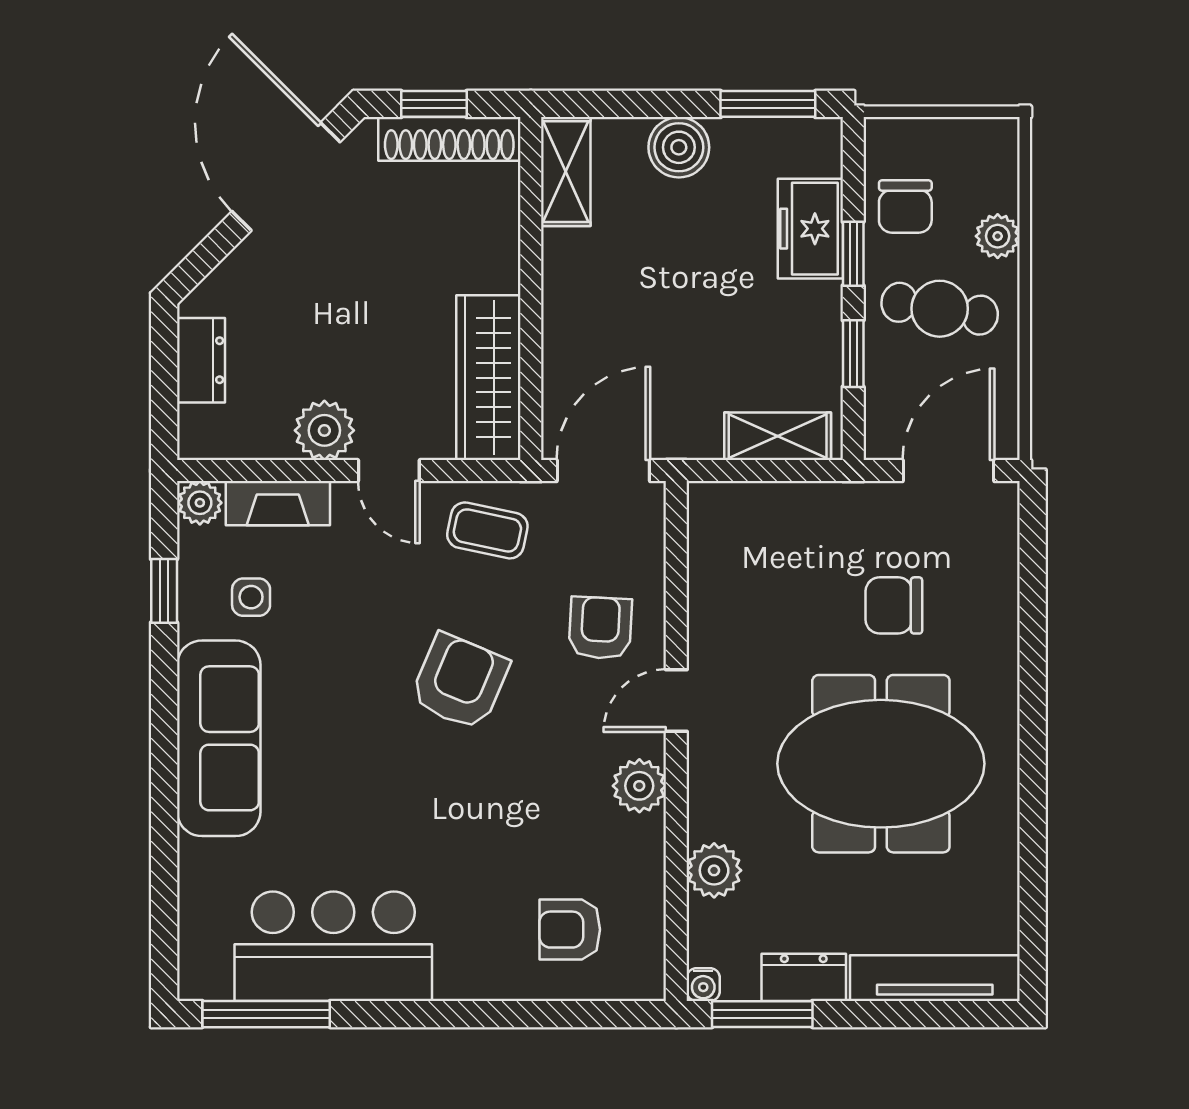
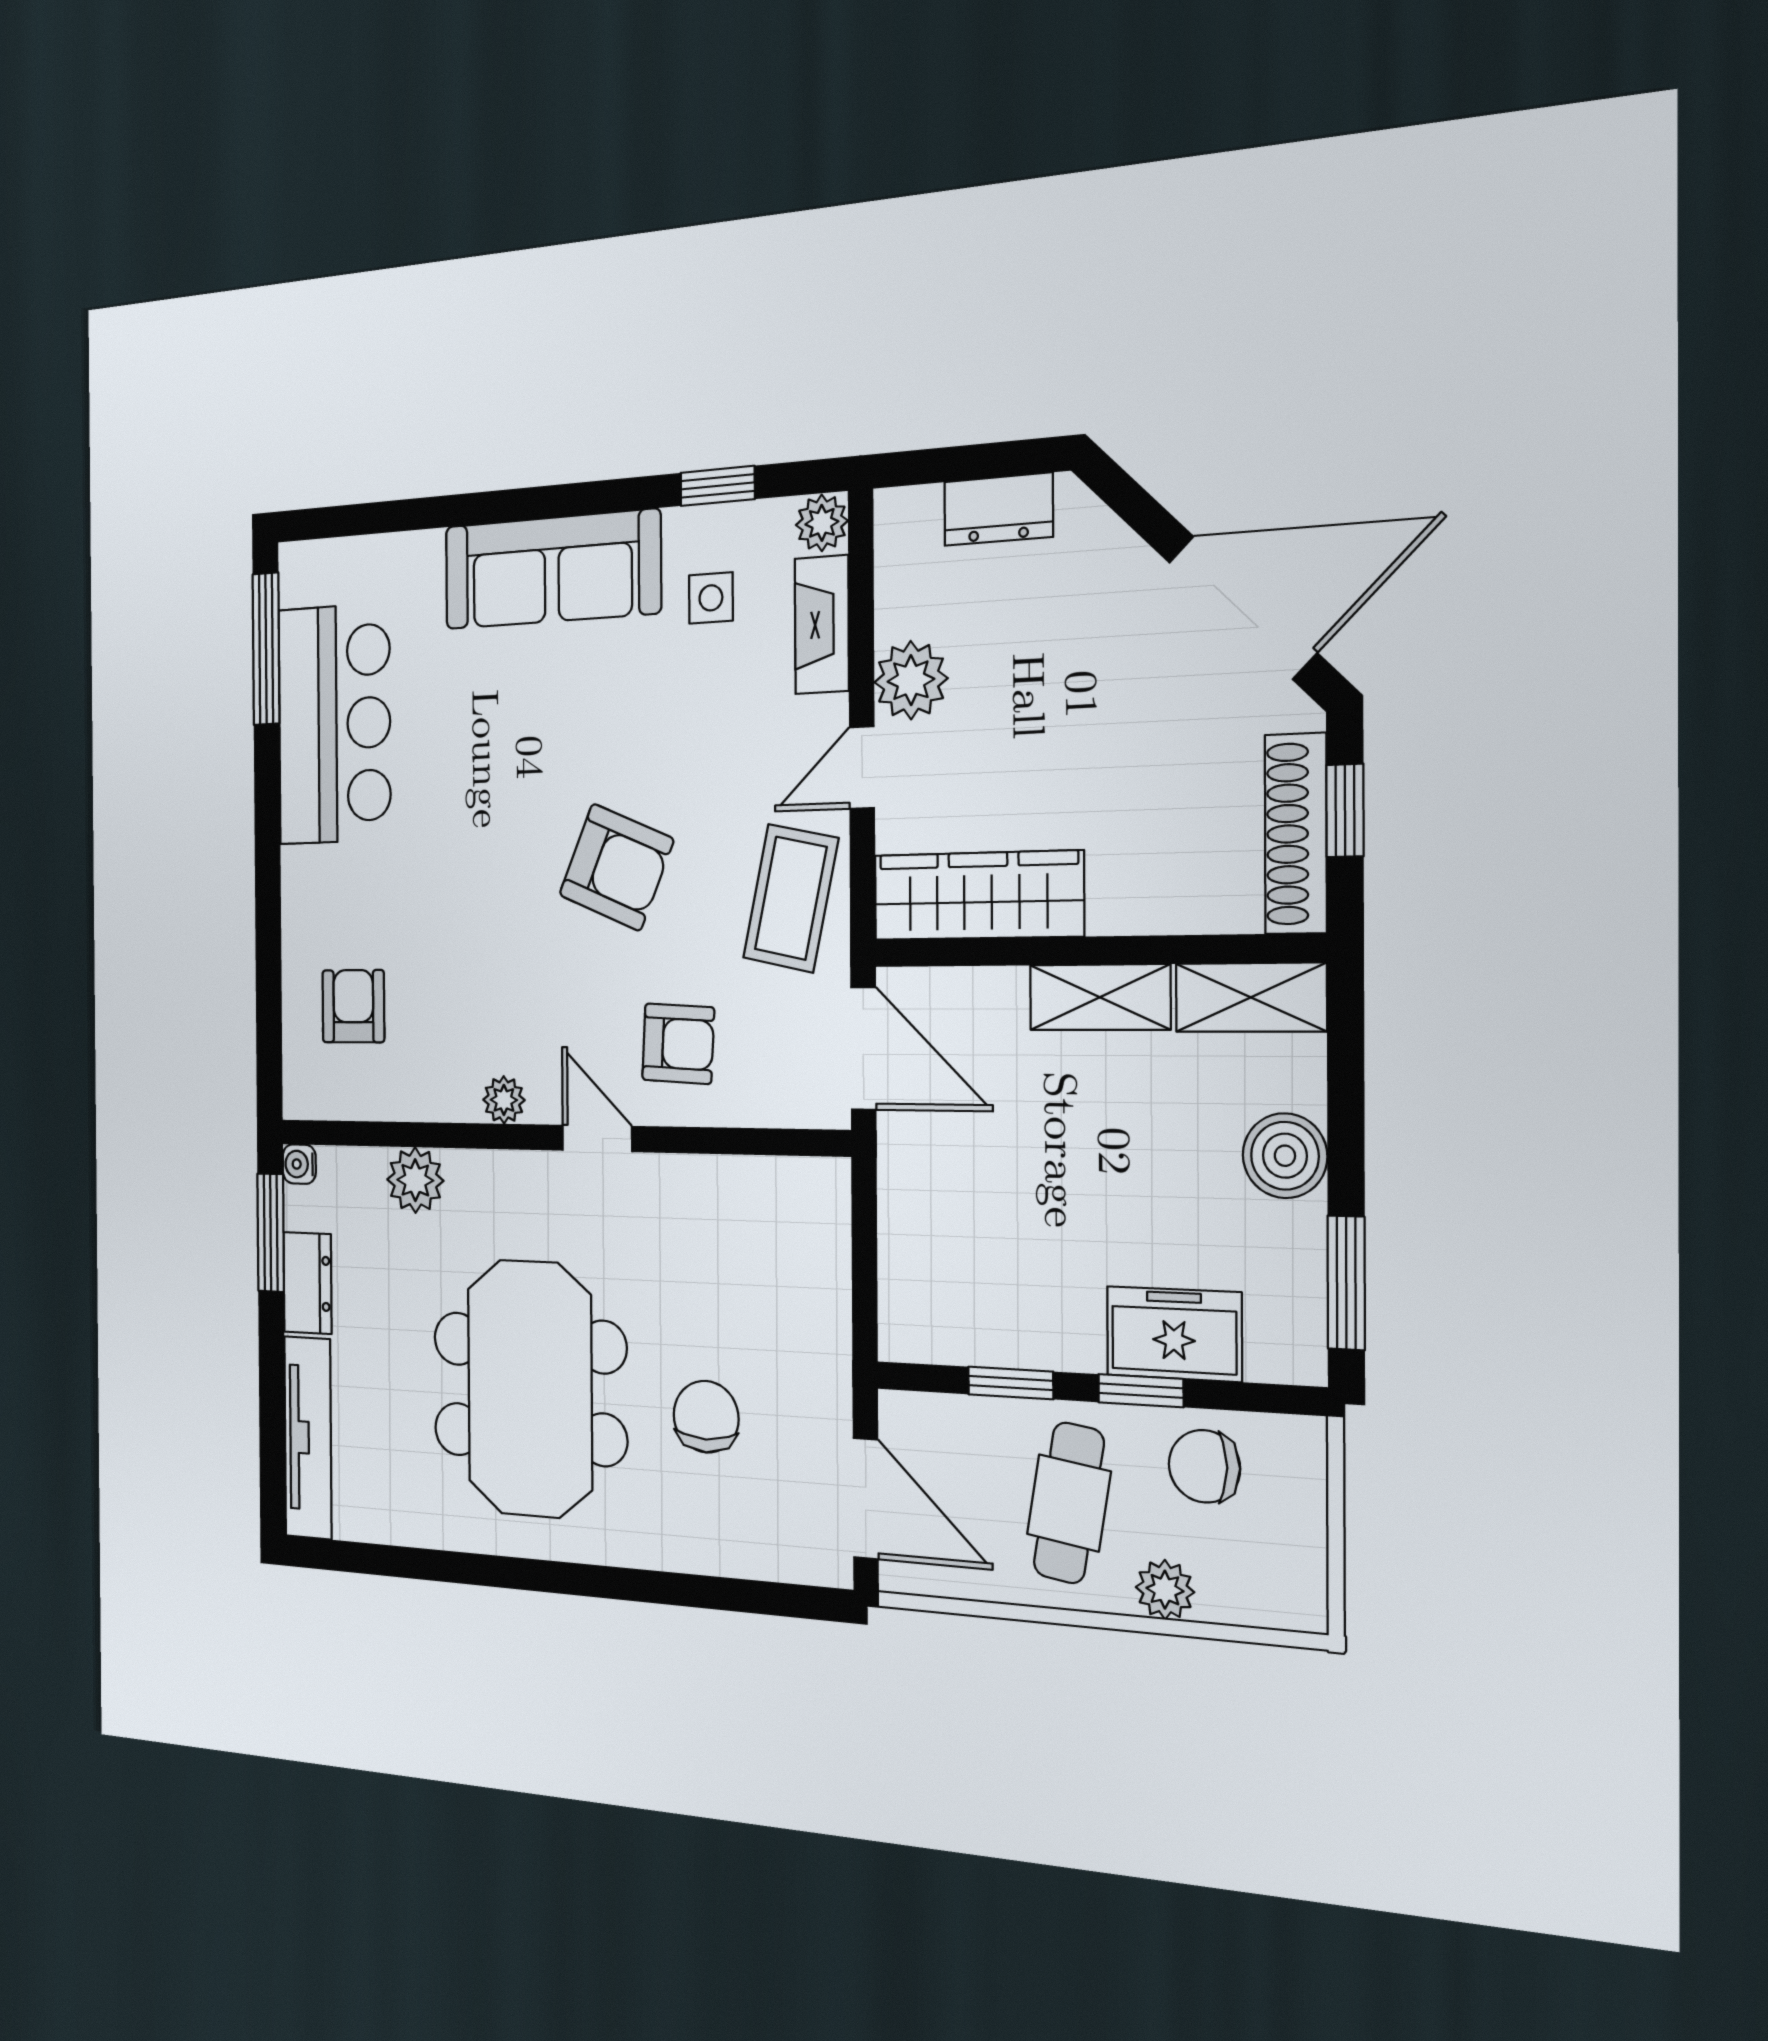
shelving: (778, 436) -> (1100, 997), moved, turned 90
coffee table: (487, 530) -> (791, 898), width x1.36, depth x1.30
plant: (639, 786) -> (504, 1100), width x0.73, depth x0.73

